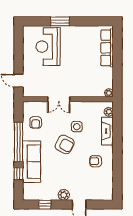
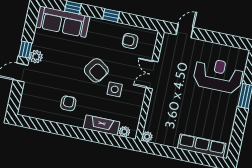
window: (18, 142) -> (111, 15), width x0.32
armchair: (65, 144) -> (96, 70), turned -82
sofa: (32, 162) -> (63, 22), moved
window: (45, 205) -> (25, 49), moved

